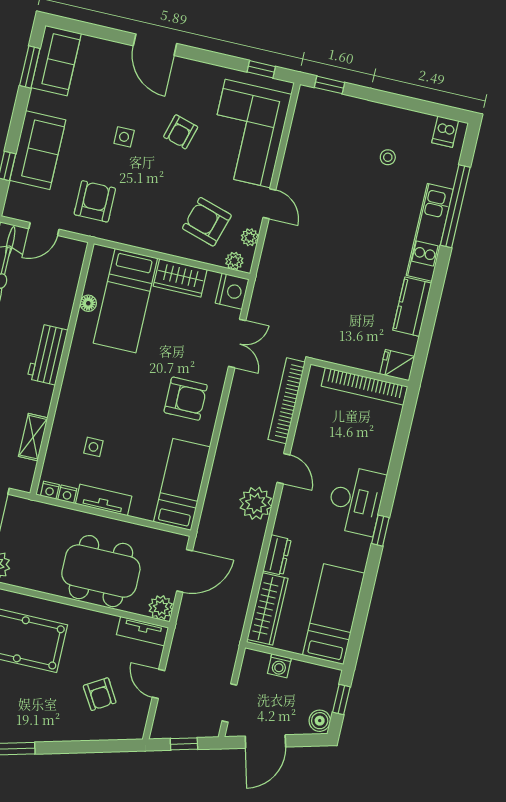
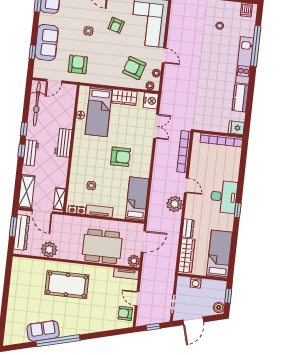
armchair: (186, 399) -> (120, 157), moved
shelving: (33, 437) -> (59, 199), moved
armchair: (100, 694) -> (125, 313), moved, turned 121

